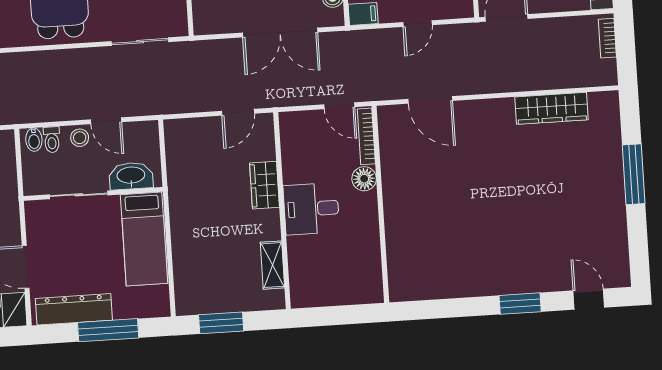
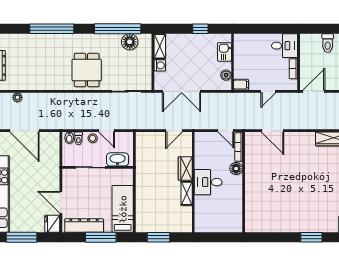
double door: (280, 32) -> (182, 91), moved
bed: (144, 239) -> (123, 209), moved, turned 180
shelving: (272, 265) -> (187, 193), moved

